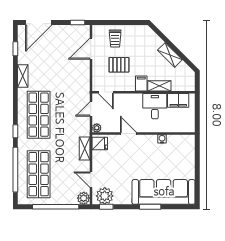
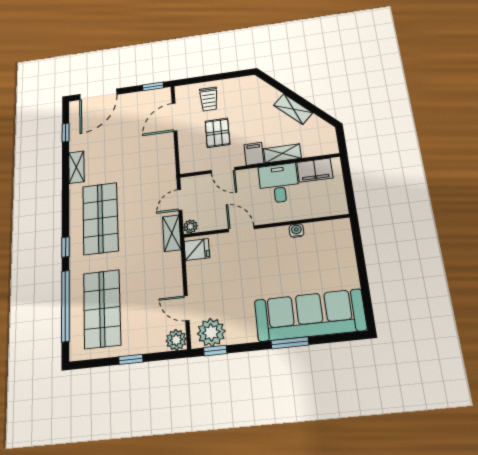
pallet: (119, 65) -> (218, 133), turned 90
door: (106, 92) -> (223, 170), moved
shelving: (85, 148) -> (172, 233), moved
window: (56, 207) -> (131, 359), width x0.32

